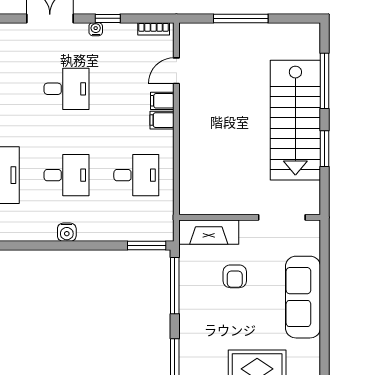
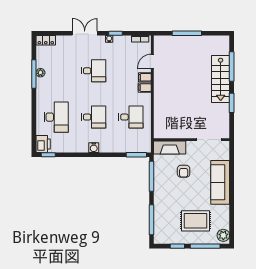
stairs: (295, 120) -> (221, 79), width x0.73, depth x0.66

